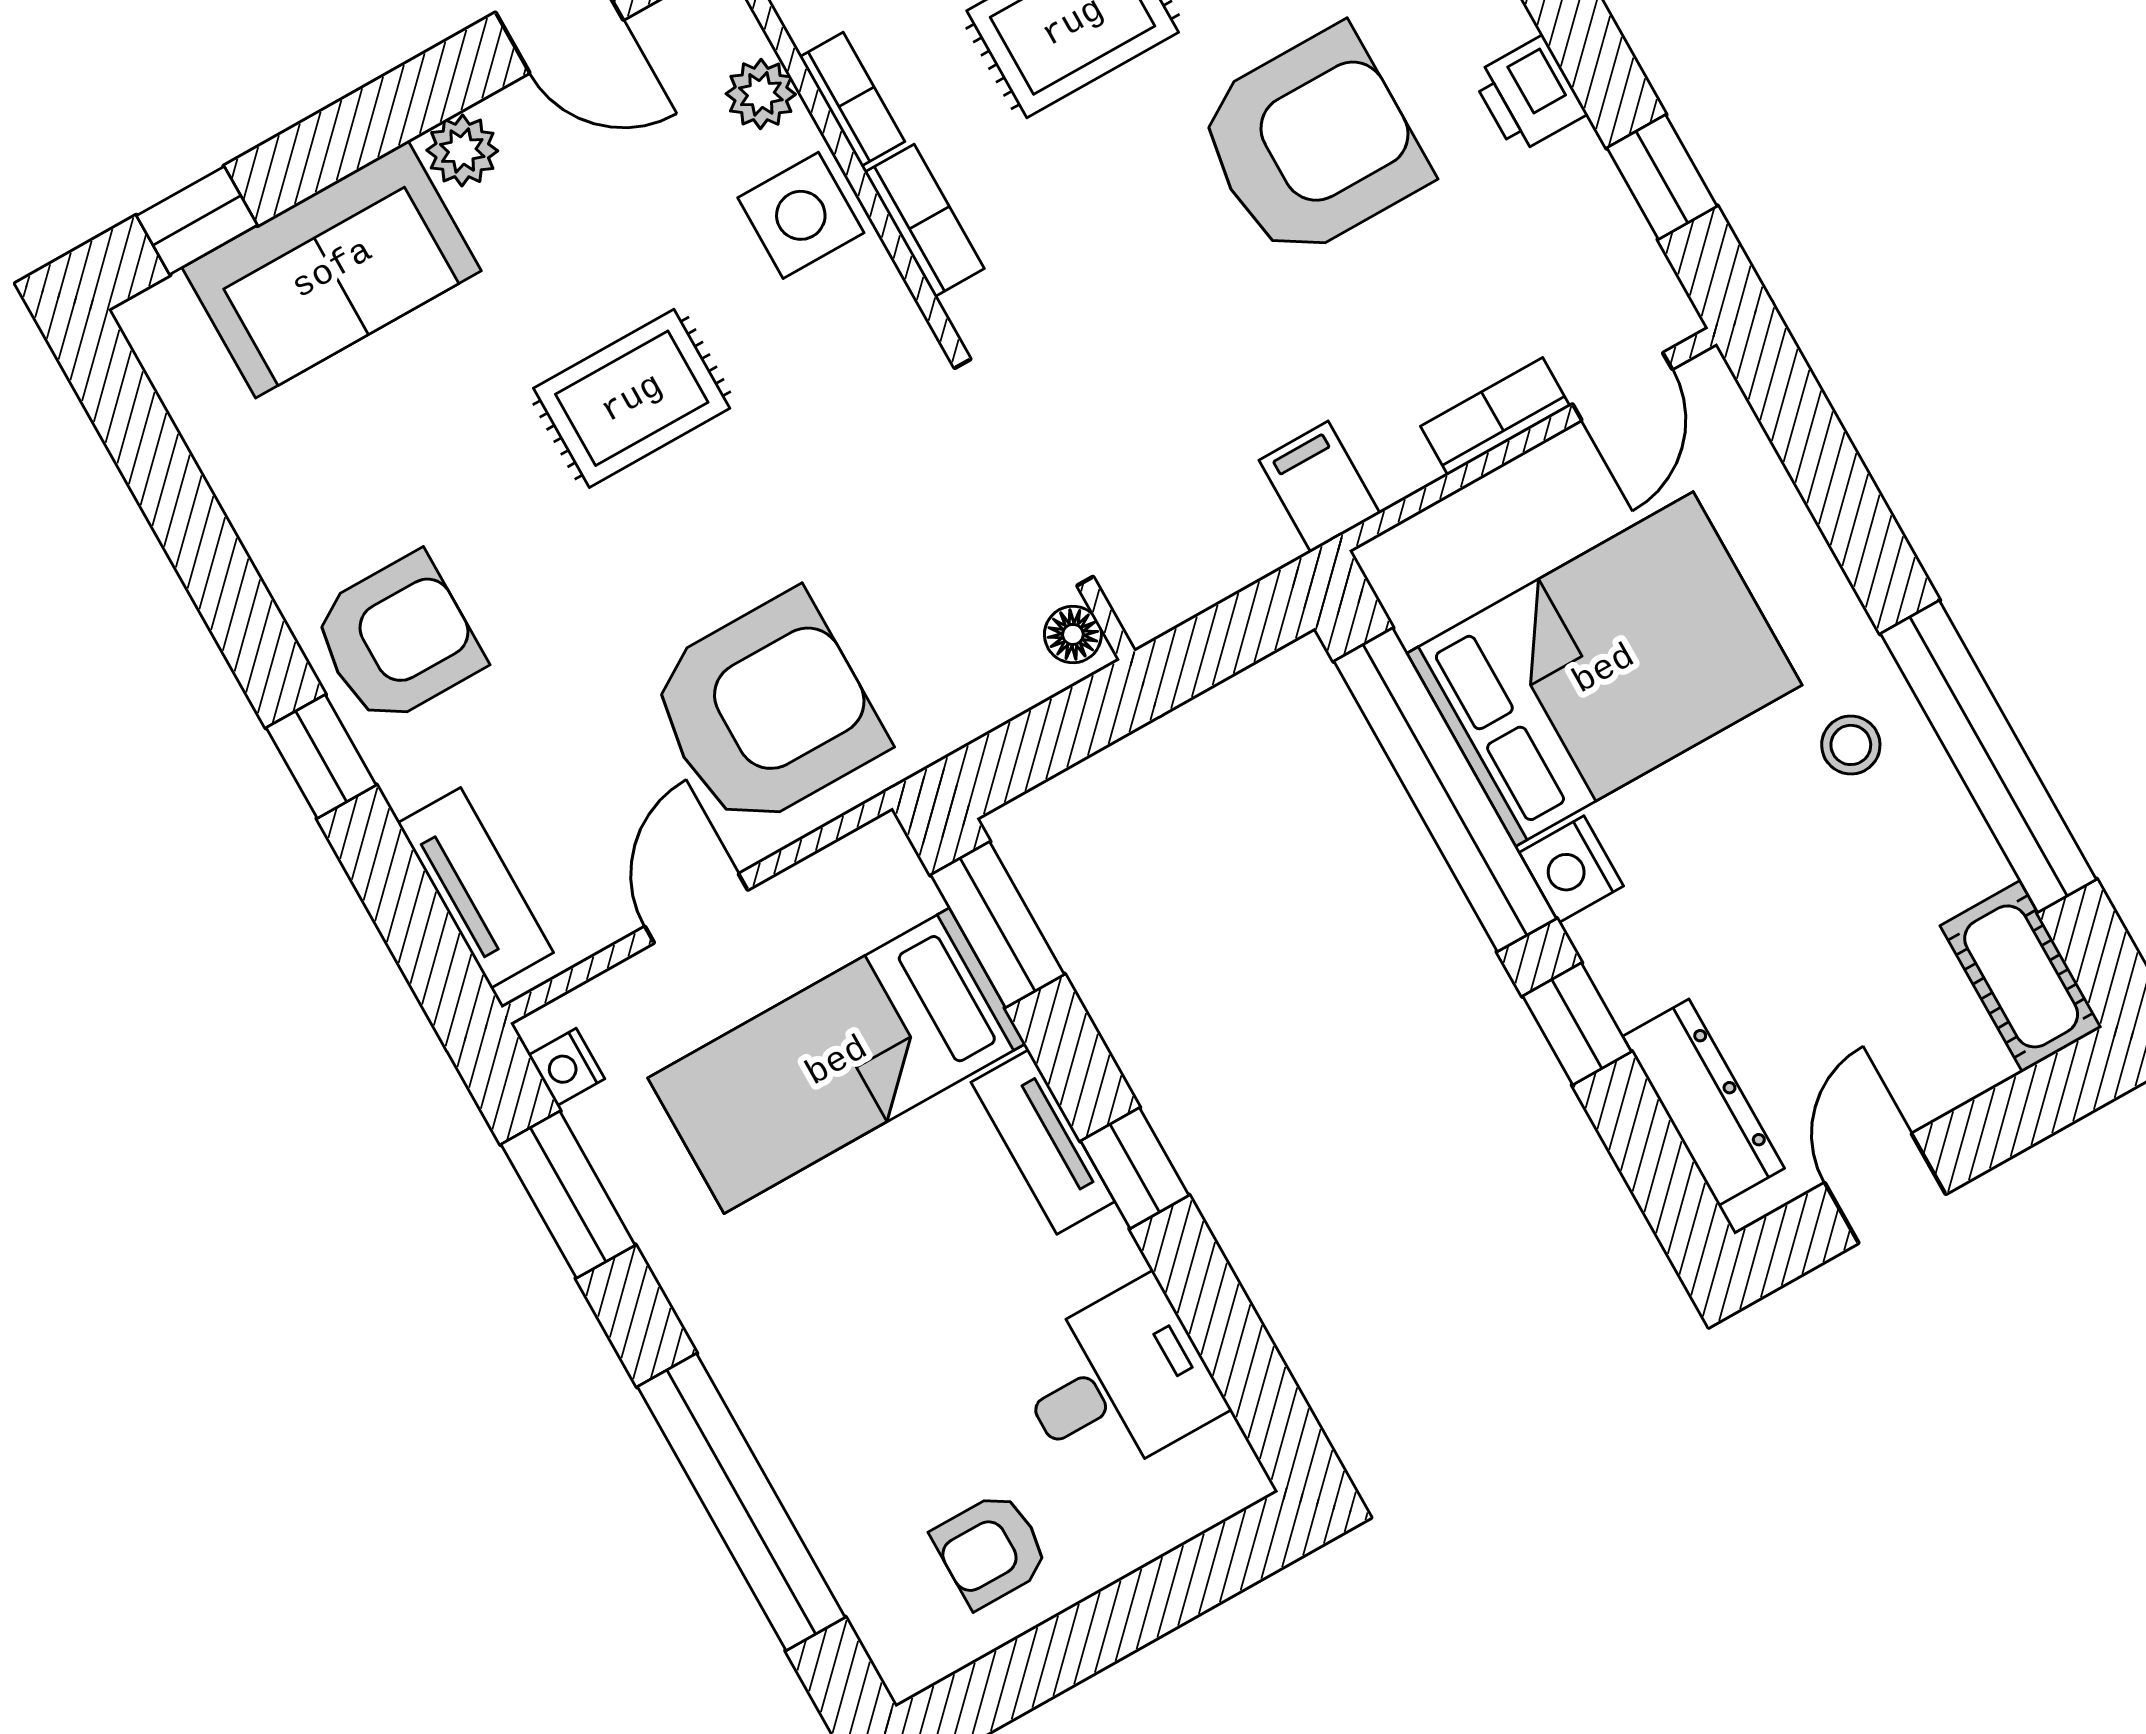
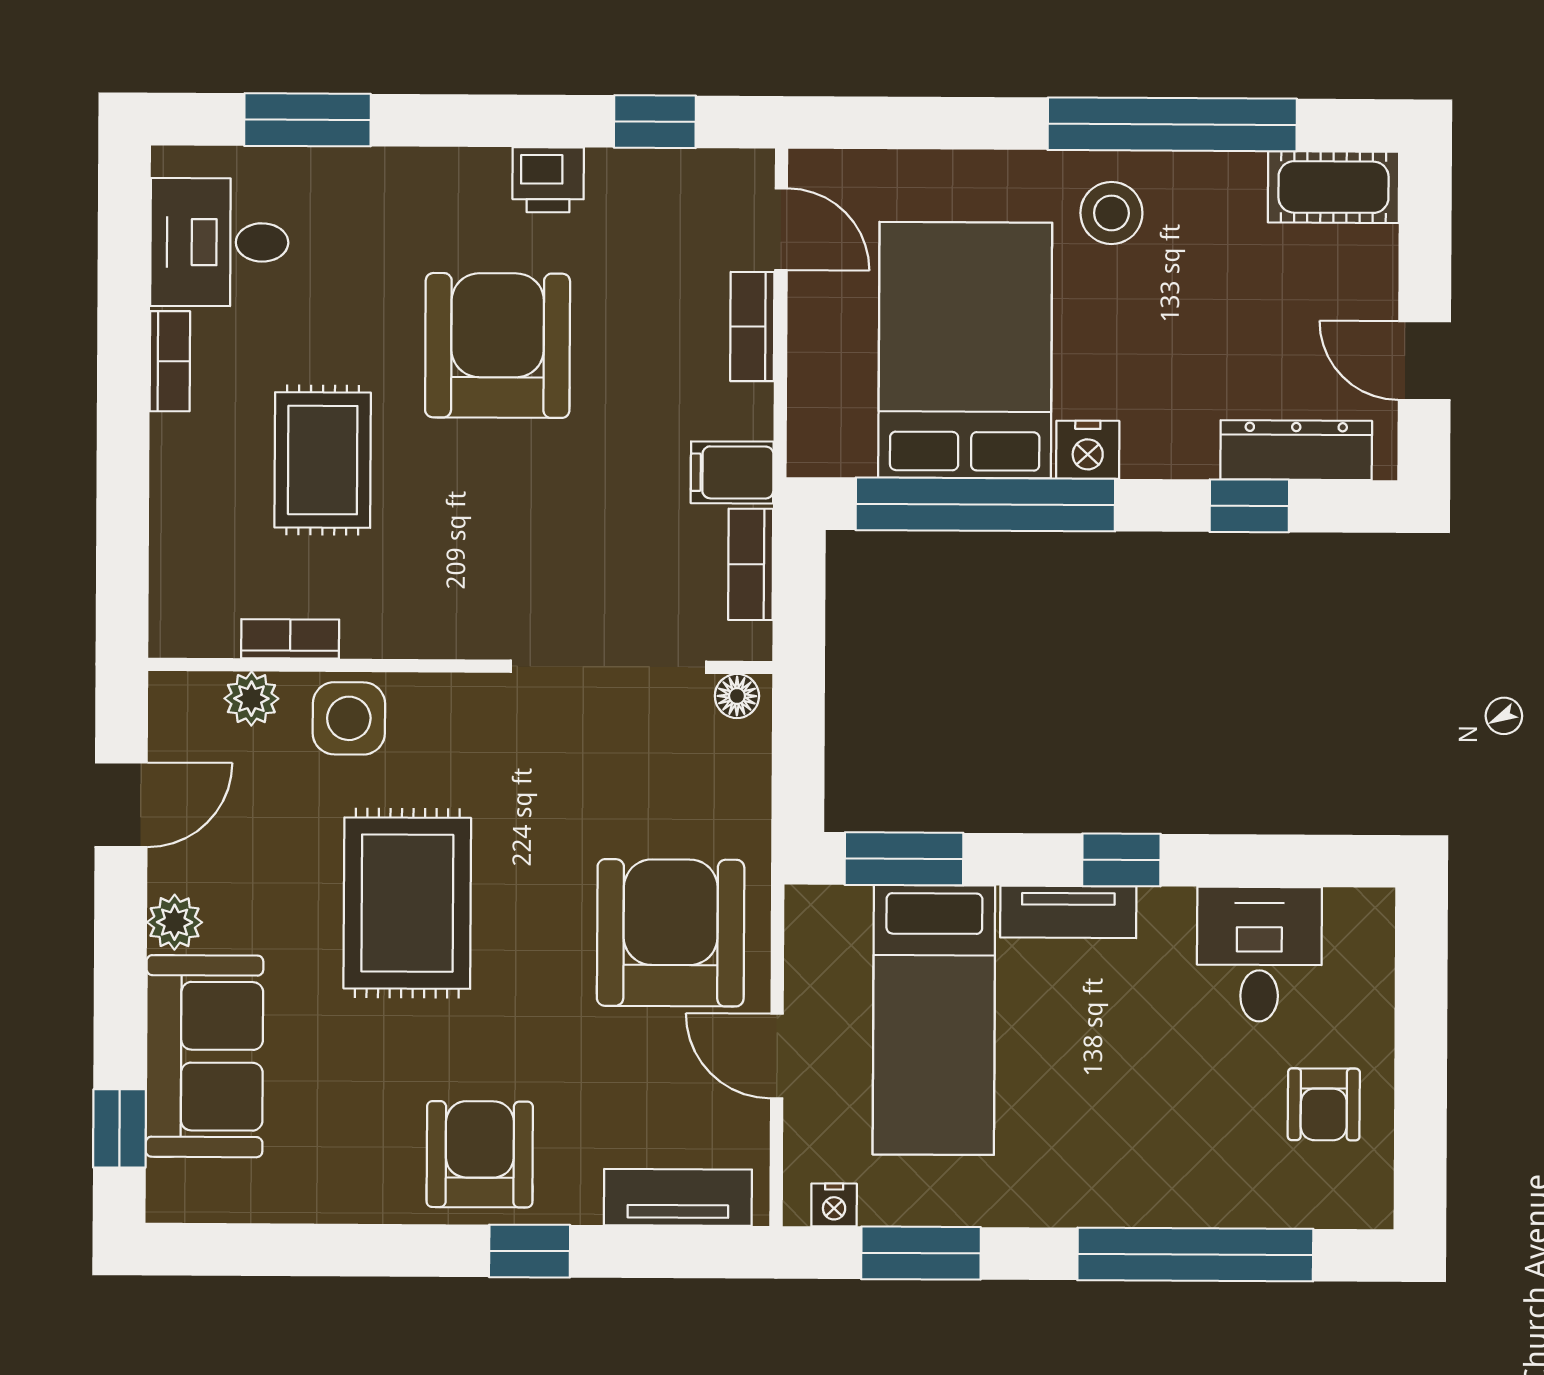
bookcase: (924, 220) -> (751, 564), moved, turned -90
rug: (632, 398) -> (407, 903), width x1.36, depth x1.43
stool: (1851, 745) -> (1111, 213), width x1.37, depth x1.37
window: (1577, 1024) -> (1249, 506), moved

